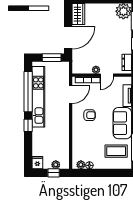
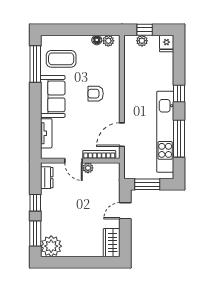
door: (68, 38) -> (125, 211), width x0.53
door: (107, 75) -> (73, 161), swing flipped
window: (28, 92) -> (179, 139), width x0.68
armchair: (90, 115) -> (96, 94), moved

